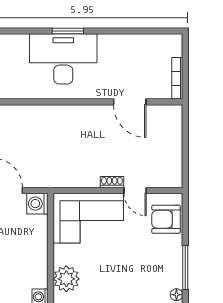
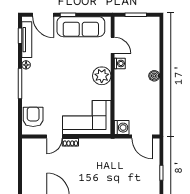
door: (135, 190) -> (54, 137), swing flipped
armchair: (166, 219) -> (33, 117), turned -90

